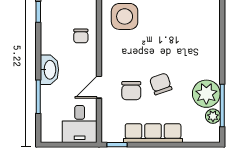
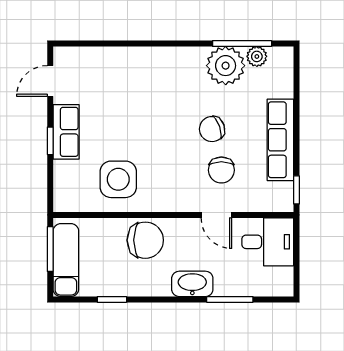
chair: (81, 36) -> (145, 240), width x1.87, depth x1.87
chair: (131, 91) -> (221, 170), turned 90

